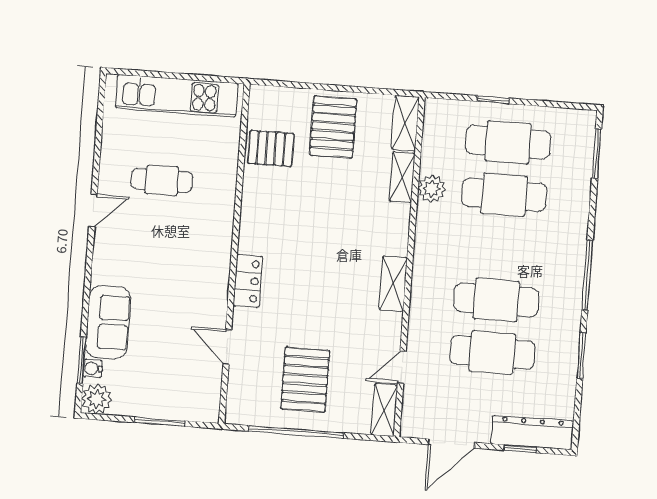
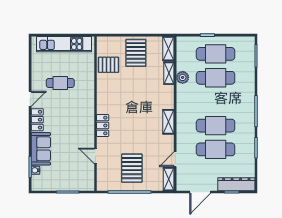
locker: (105, 257) -> (37, 120), added
plant: (97, 399) -> (38, 184), removed

